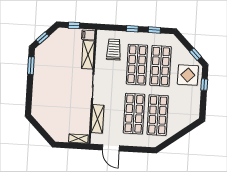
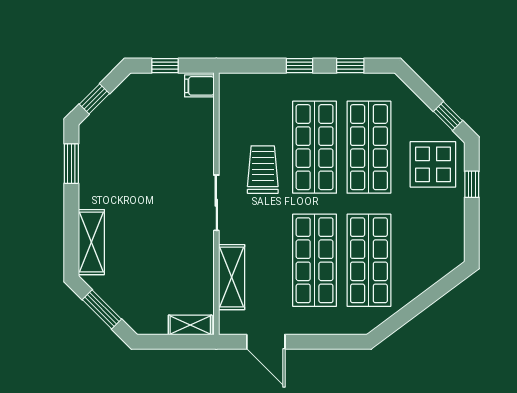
trolley: (114, 49) -> (263, 170), moved
shelving: (88, 55) -> (91, 242), moved
window: (40, 130) -> (102, 309), added

